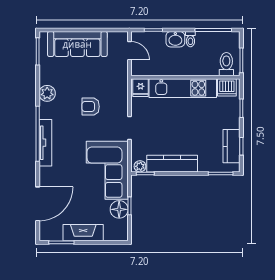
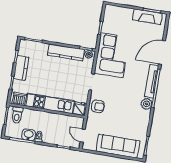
washbasin: (175, 39) -> (29, 135), moved
plant: (47, 93) -> (147, 104), moved
armchair: (91, 107) -> (98, 106), moved
kitchen counter: (232, 146) -> (21, 68), moved
door: (38, 204) -> (162, 52), moved
floor lamp: (119, 209) -> (108, 27), removed
fireplace: (83, 233) -> (147, 17), moved

